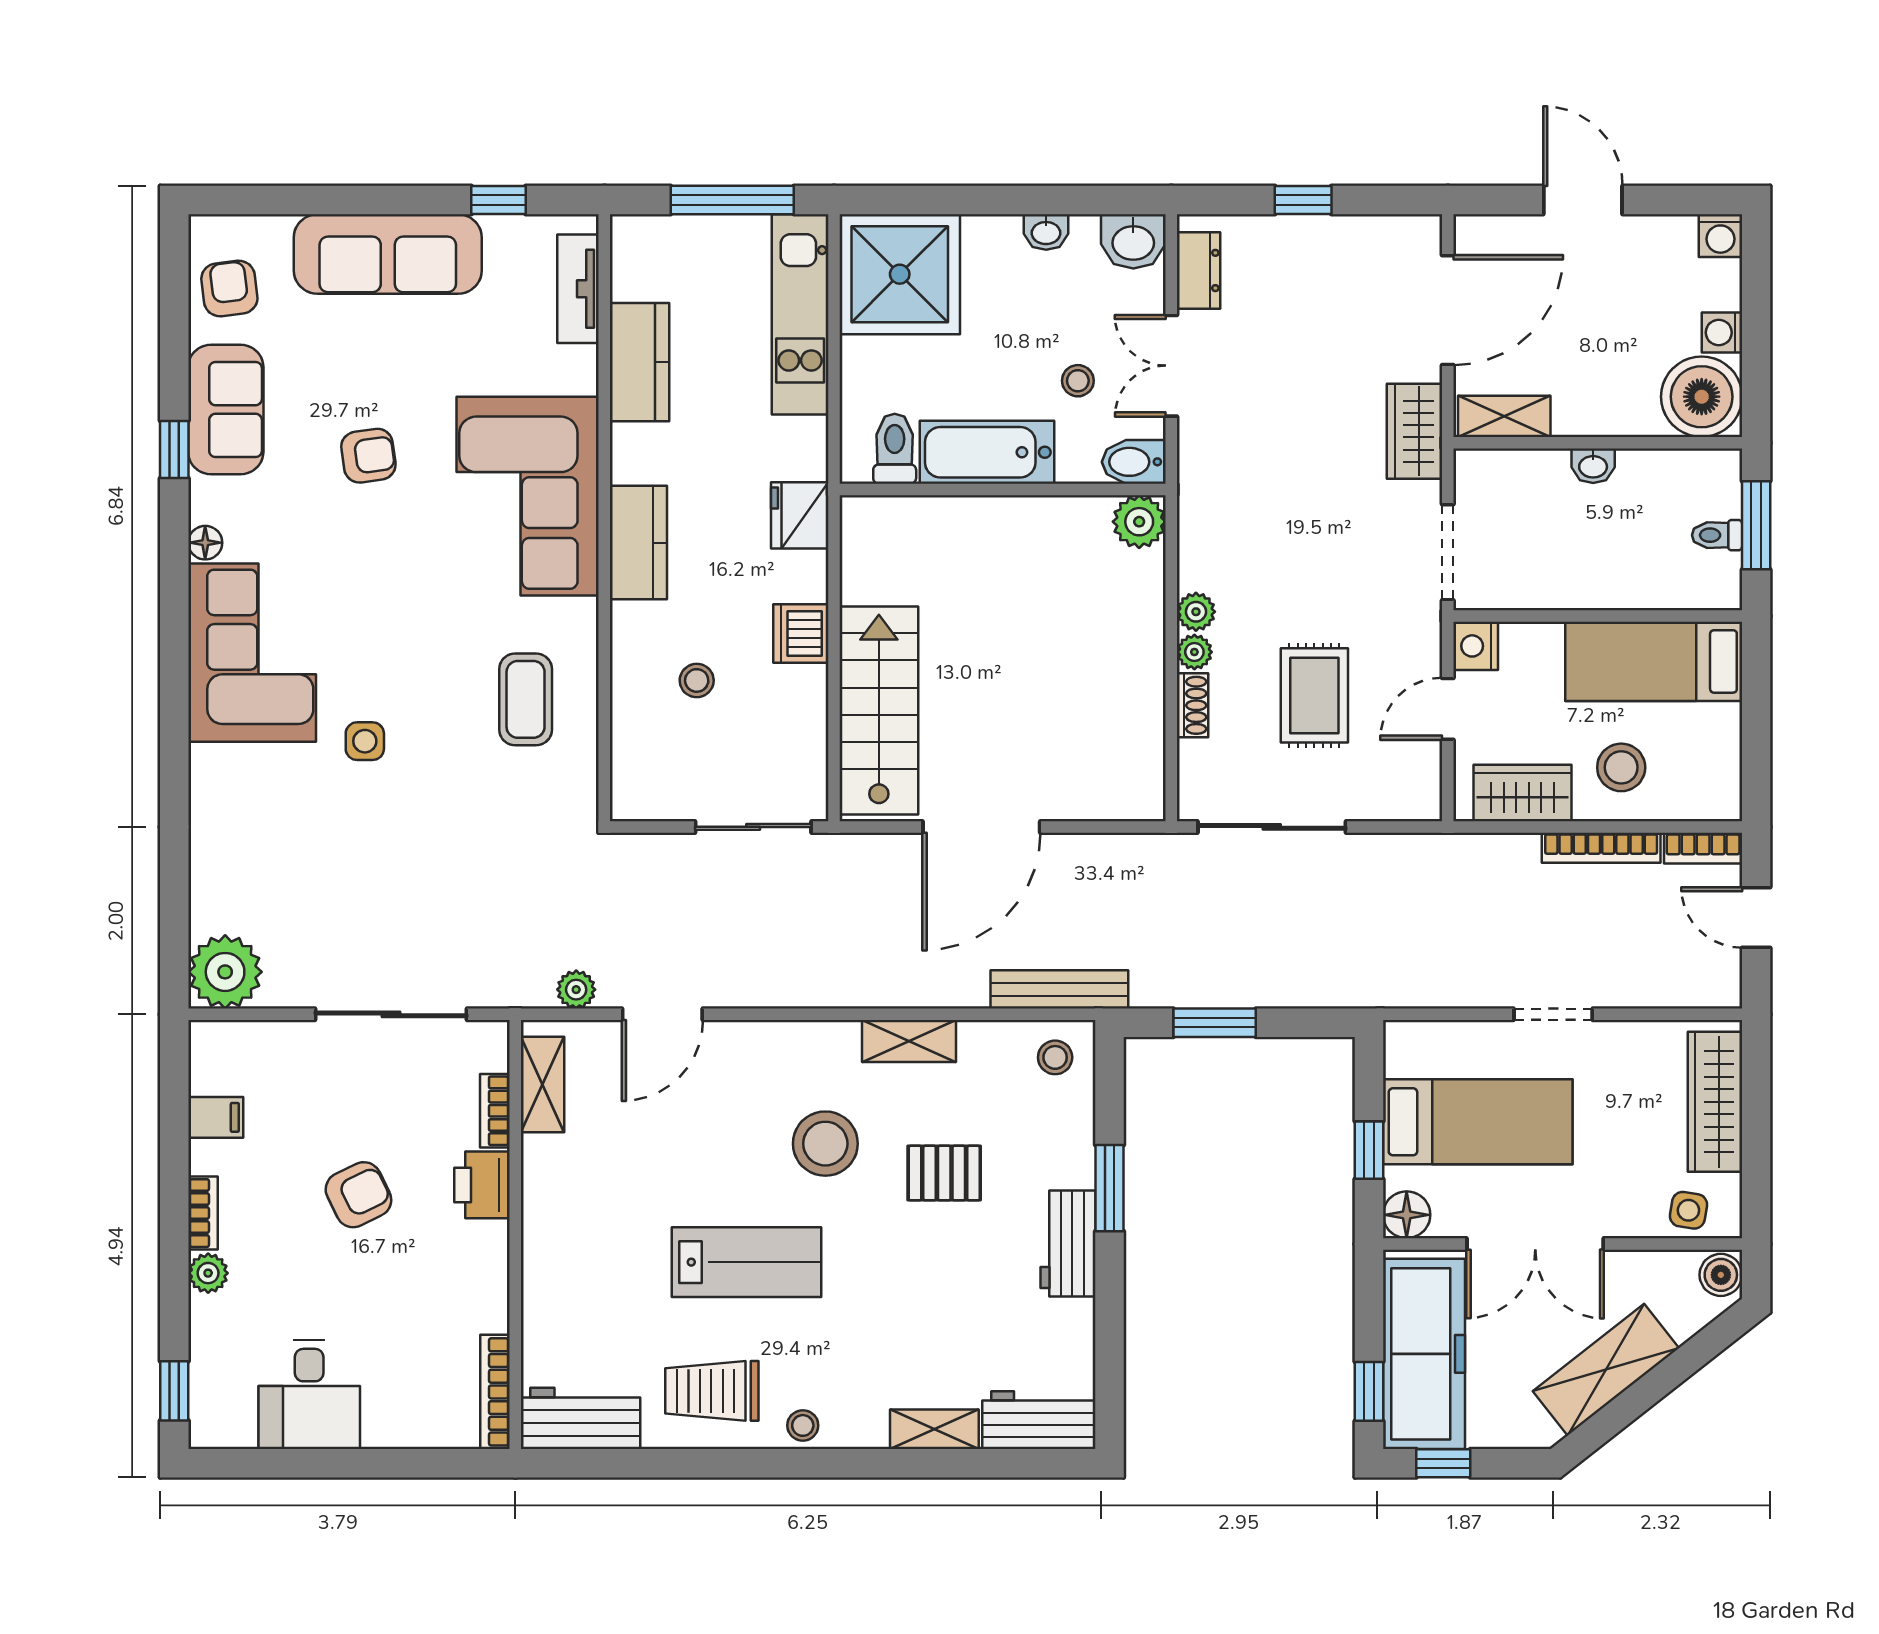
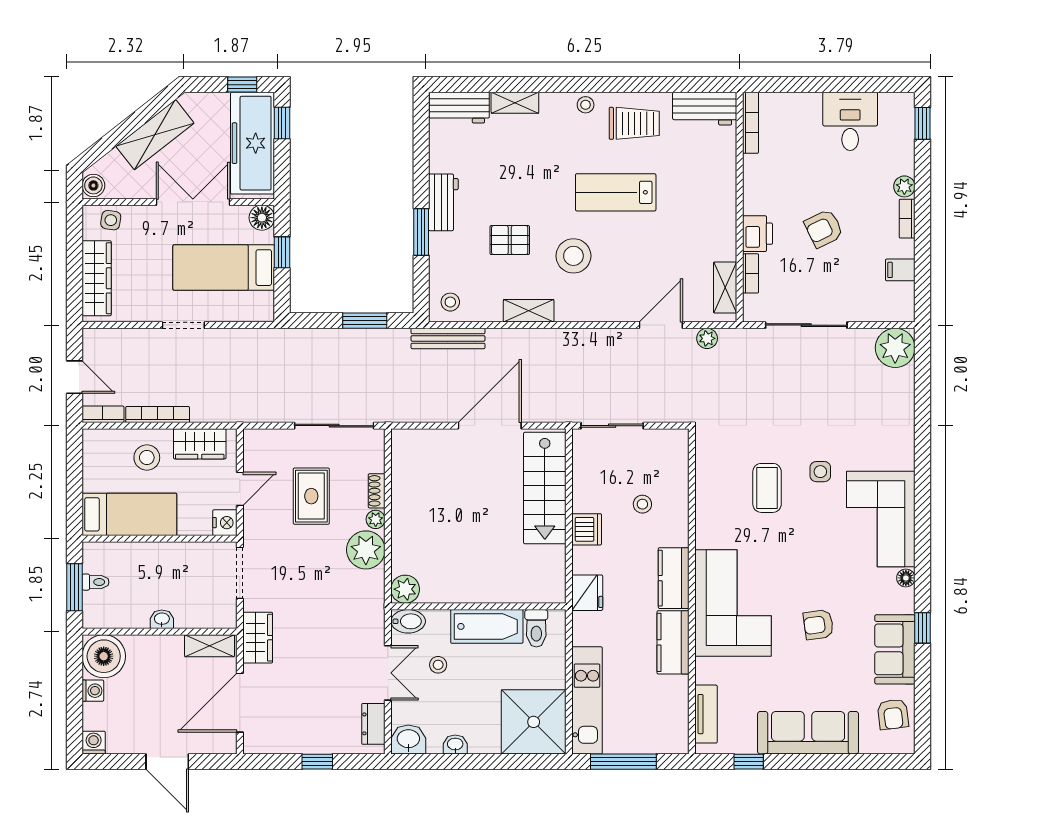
kitchen counter: (640, 362) -> (673, 642), moved
plant: (1196, 612) -> (366, 550), width x1.87, depth x1.87
coffee table: (526, 699) -> (767, 488), moved

